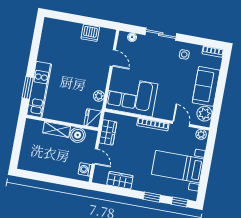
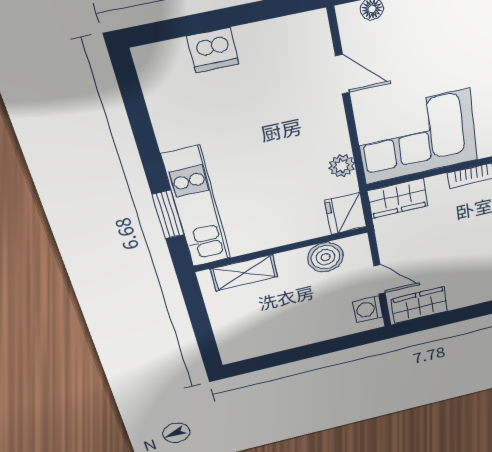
dishwasher: (90, 33) -> (213, 50), moved
shelving: (57, 130) -> (244, 273), moved
wardrobe: (108, 132) -> (398, 198), moved, turned 90
wardrobe: (120, 180) -> (419, 305), moved

